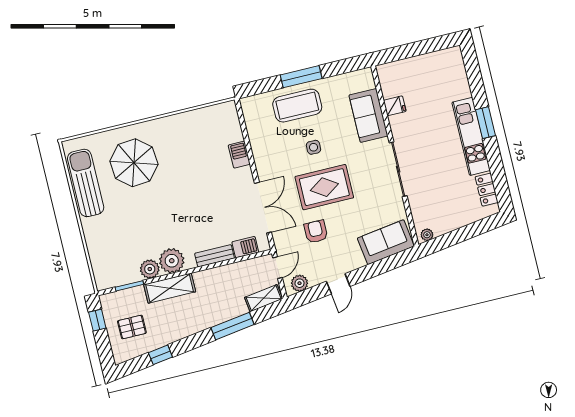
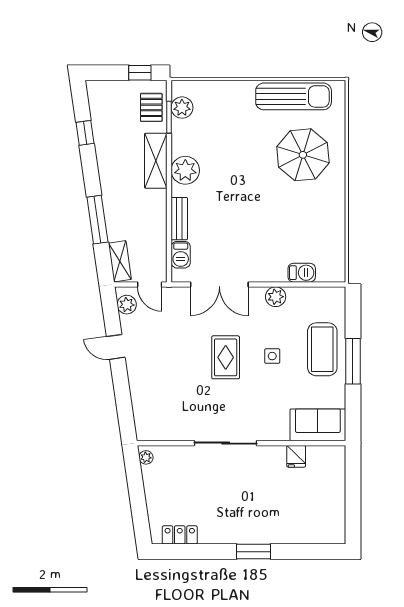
sofa: (368, 115) -> (318, 425), moved
kitchen unit: (471, 136) -> (242, 532), removed
barbecue: (239, 155) -> (302, 273), moved
plant: (262, 157) -> (276, 297), added
rug: (324, 187) -> (226, 357), width x0.73, depth x0.70
armchair: (316, 232) -> (179, 336), removed
sofa: (386, 242) -> (149, 410), removed
plant: (150, 269) -> (182, 108), moved
pallet: (132, 327) -> (151, 107), moved

